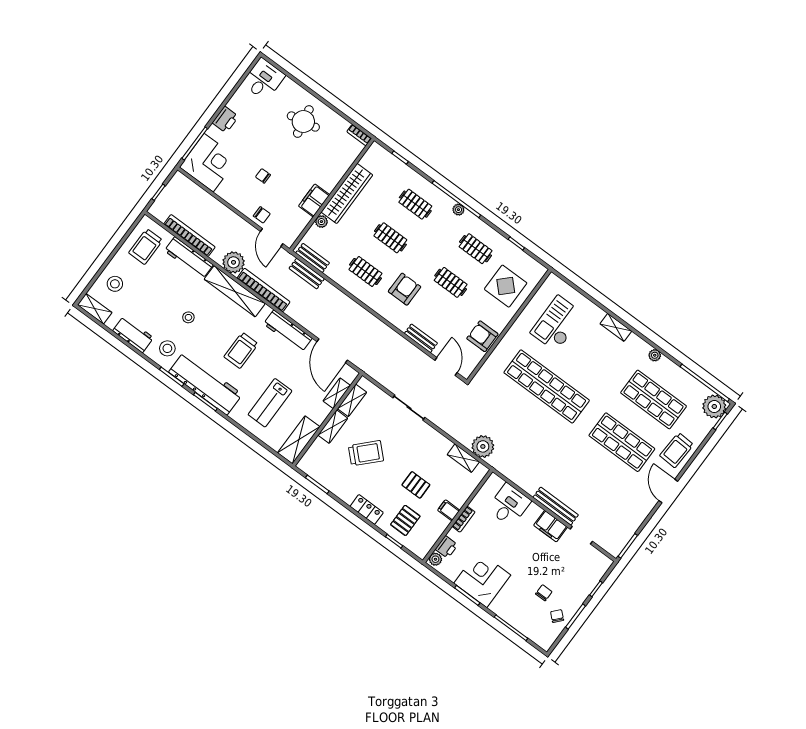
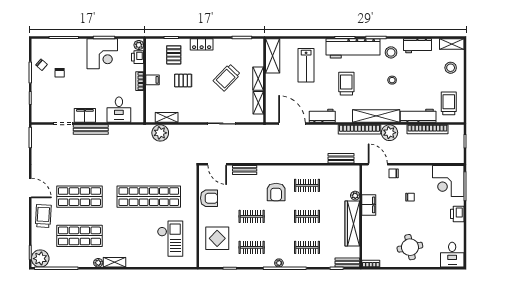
bench: (313, 258) -> (347, 263), moved
shelving: (616, 327) -> (115, 262), moved
workbench: (288, 331) -> (322, 116), width x0.73
shelving: (337, 393) -> (271, 100), removed
lab bench: (270, 403) -> (306, 65), turned 180

